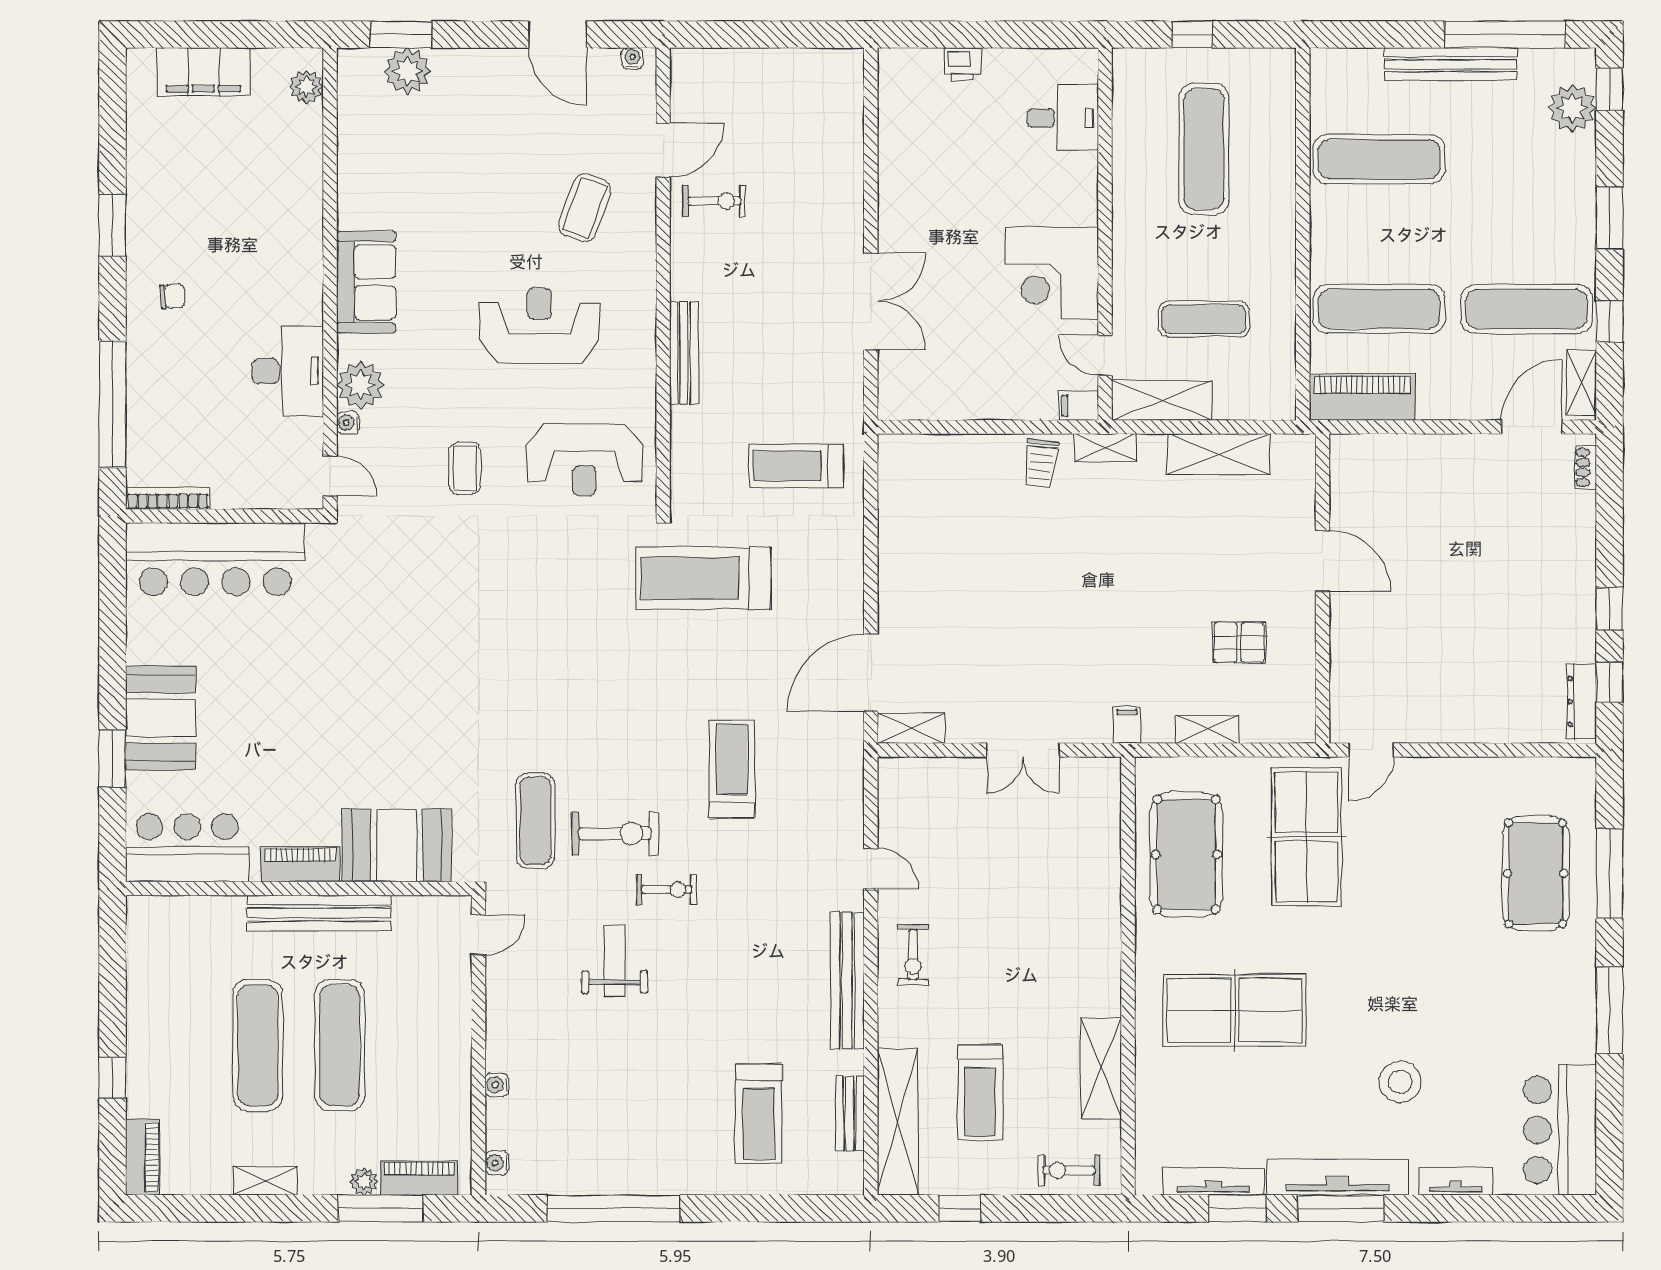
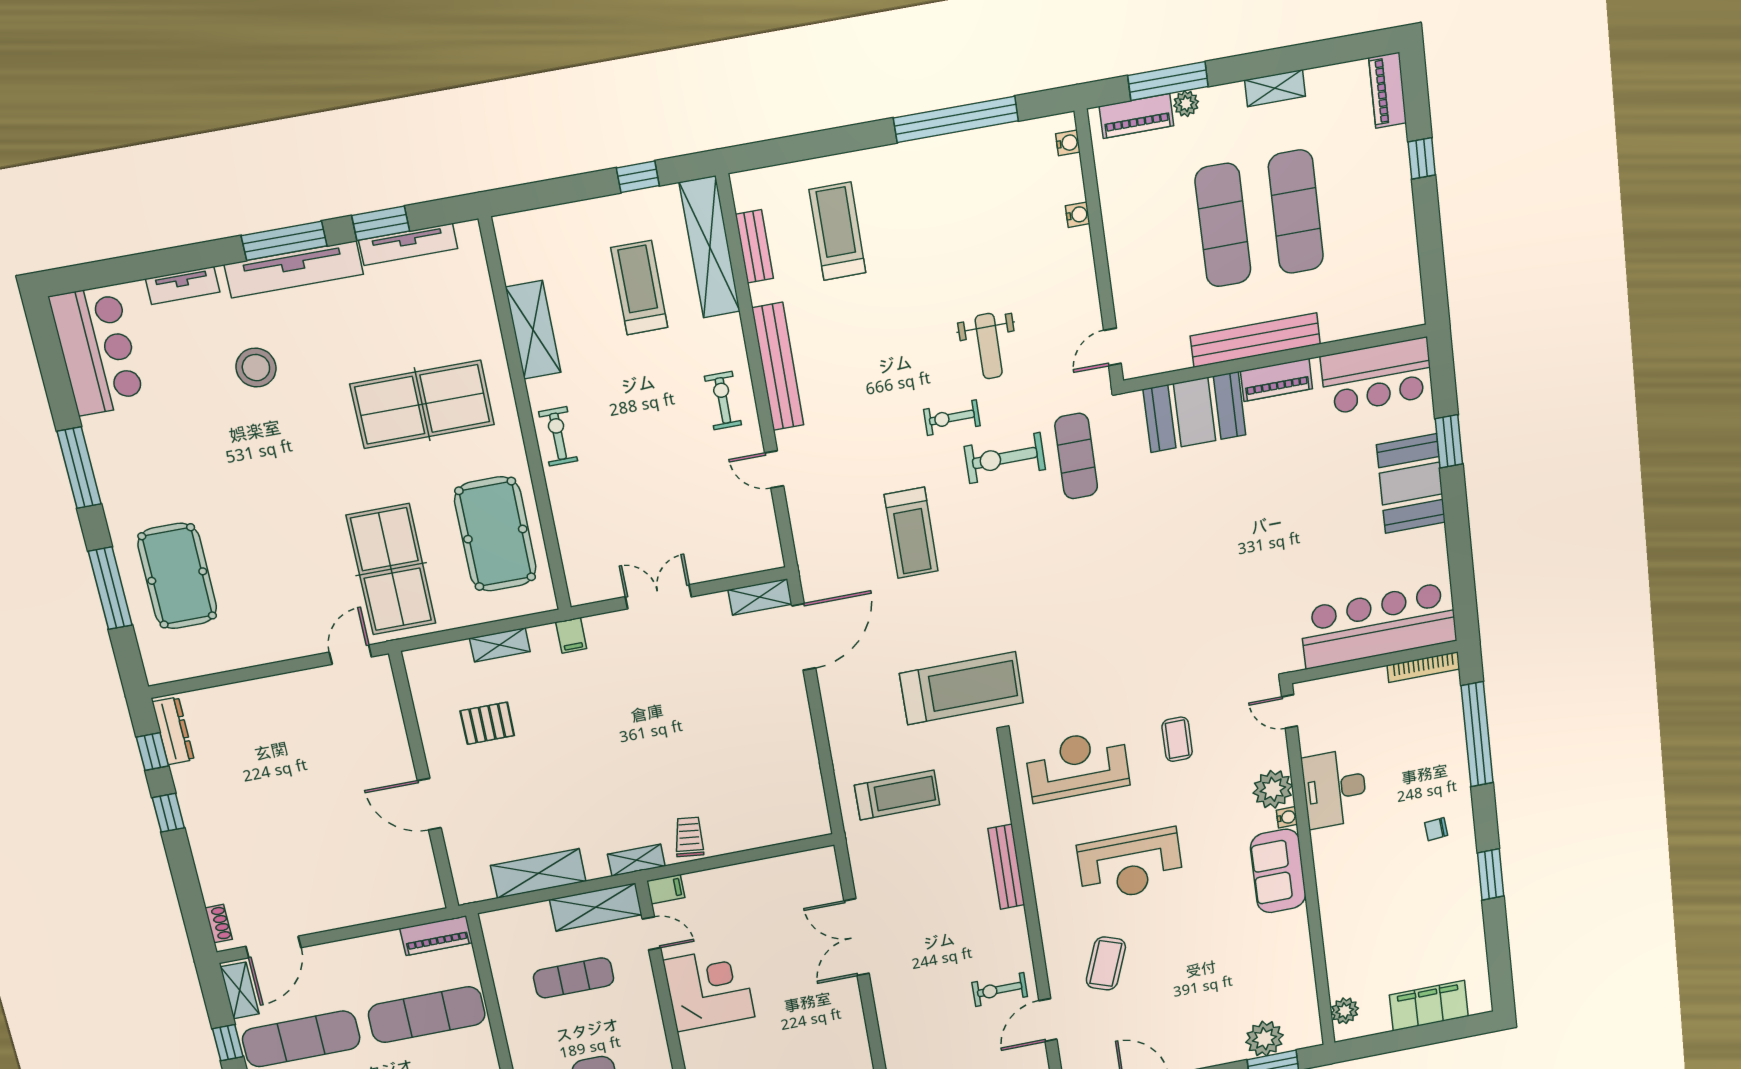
piano: (1362, 397) -> (436, 936), width x0.73, depth x0.75
water cooler: (348, 423) -> (1287, 817), moved
exercise bike: (1069, 1170) -> (558, 436), moved, turned -90

